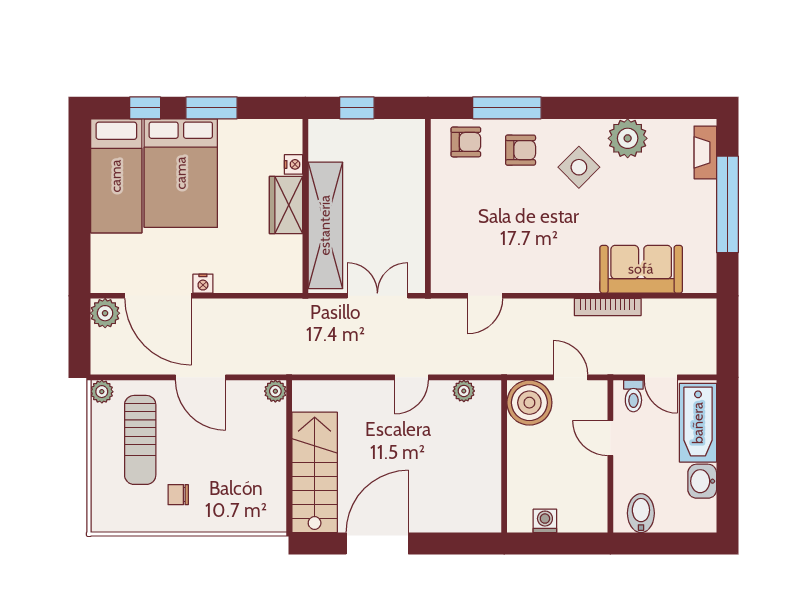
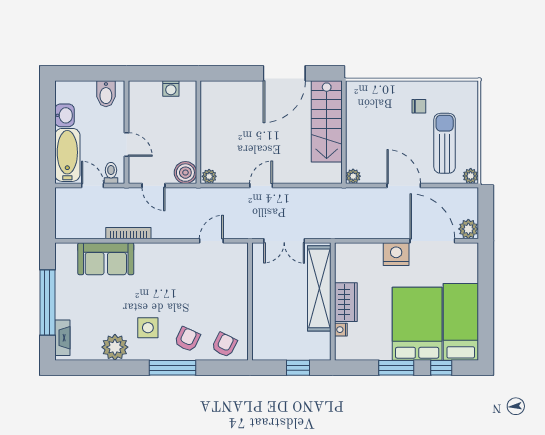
window: (507, 108) -> (172, 368), moved
armchair: (466, 142) -> (224, 345), turned 117
armchair: (521, 150) -> (187, 339), turned 115
side table: (579, 167) -> (148, 328), turned 45
nightstand: (203, 284) -> (396, 254), width x1.89, depth x1.79
plant: (464, 391) -> (209, 176), moved
boiler: (529, 403) -> (185, 173), width x0.73, depth x0.73

